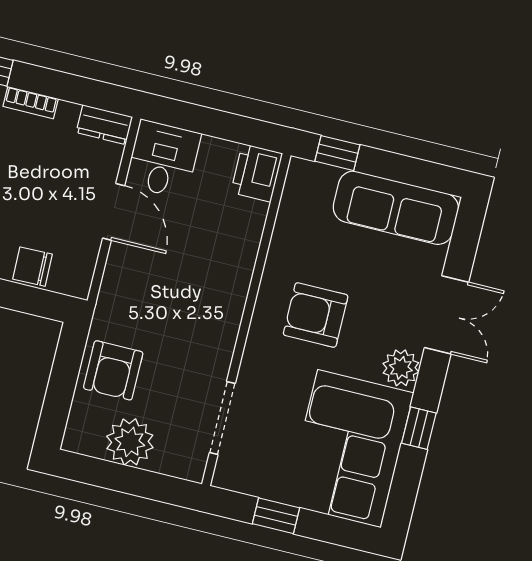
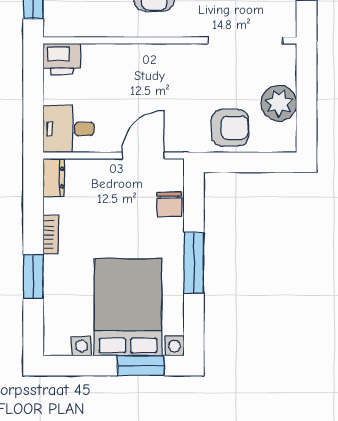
door: (114, 212) -> (143, 155), moved
doorway: (222, 418) -> (245, 40), width x1.36

